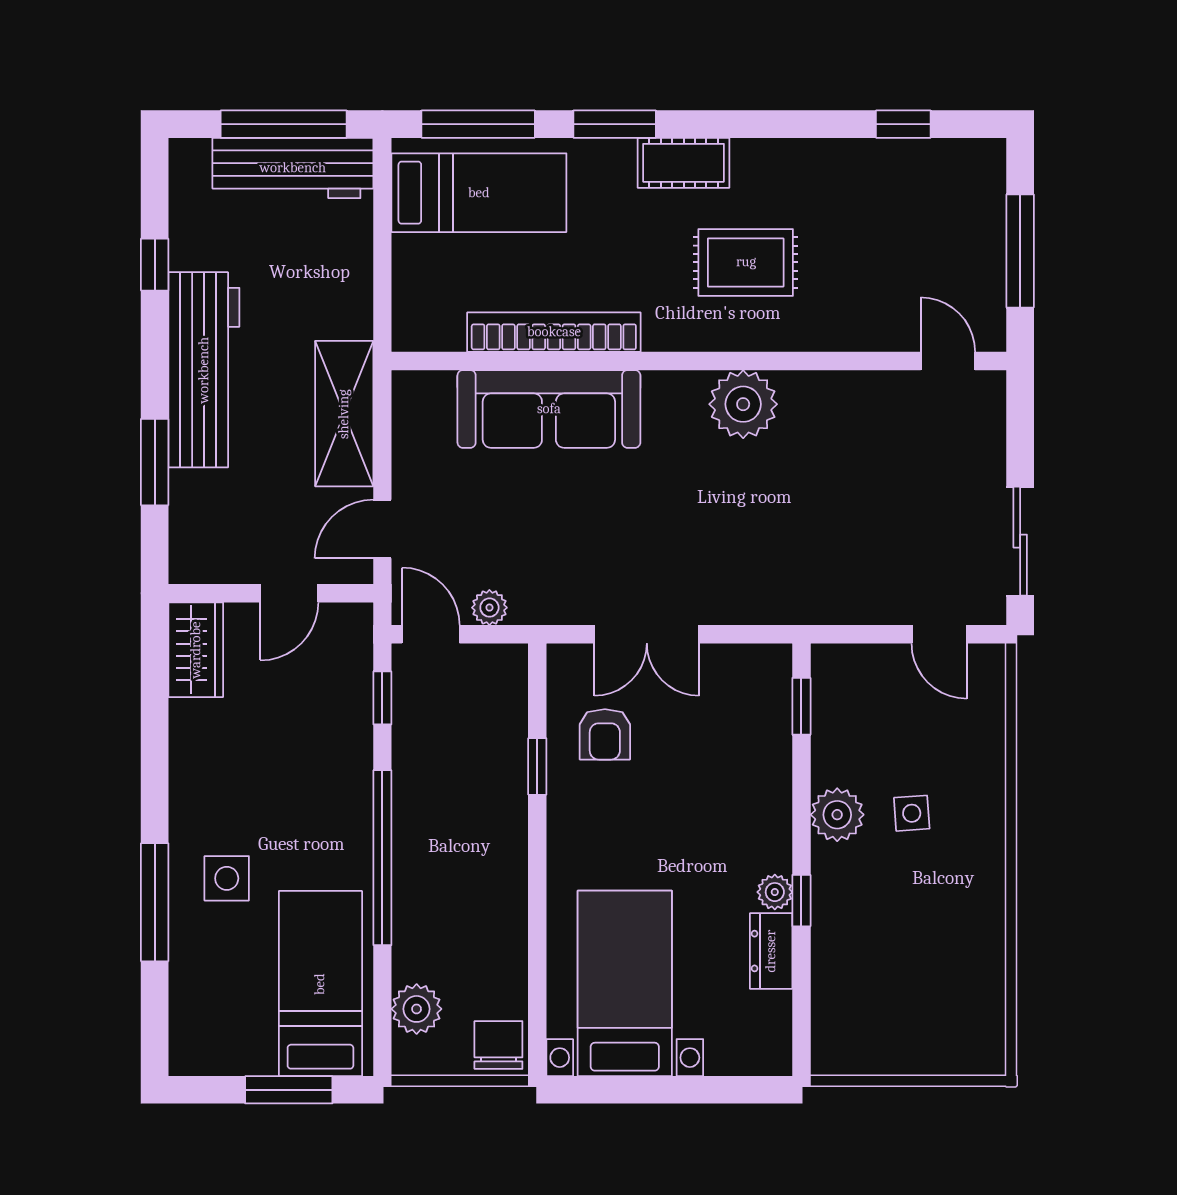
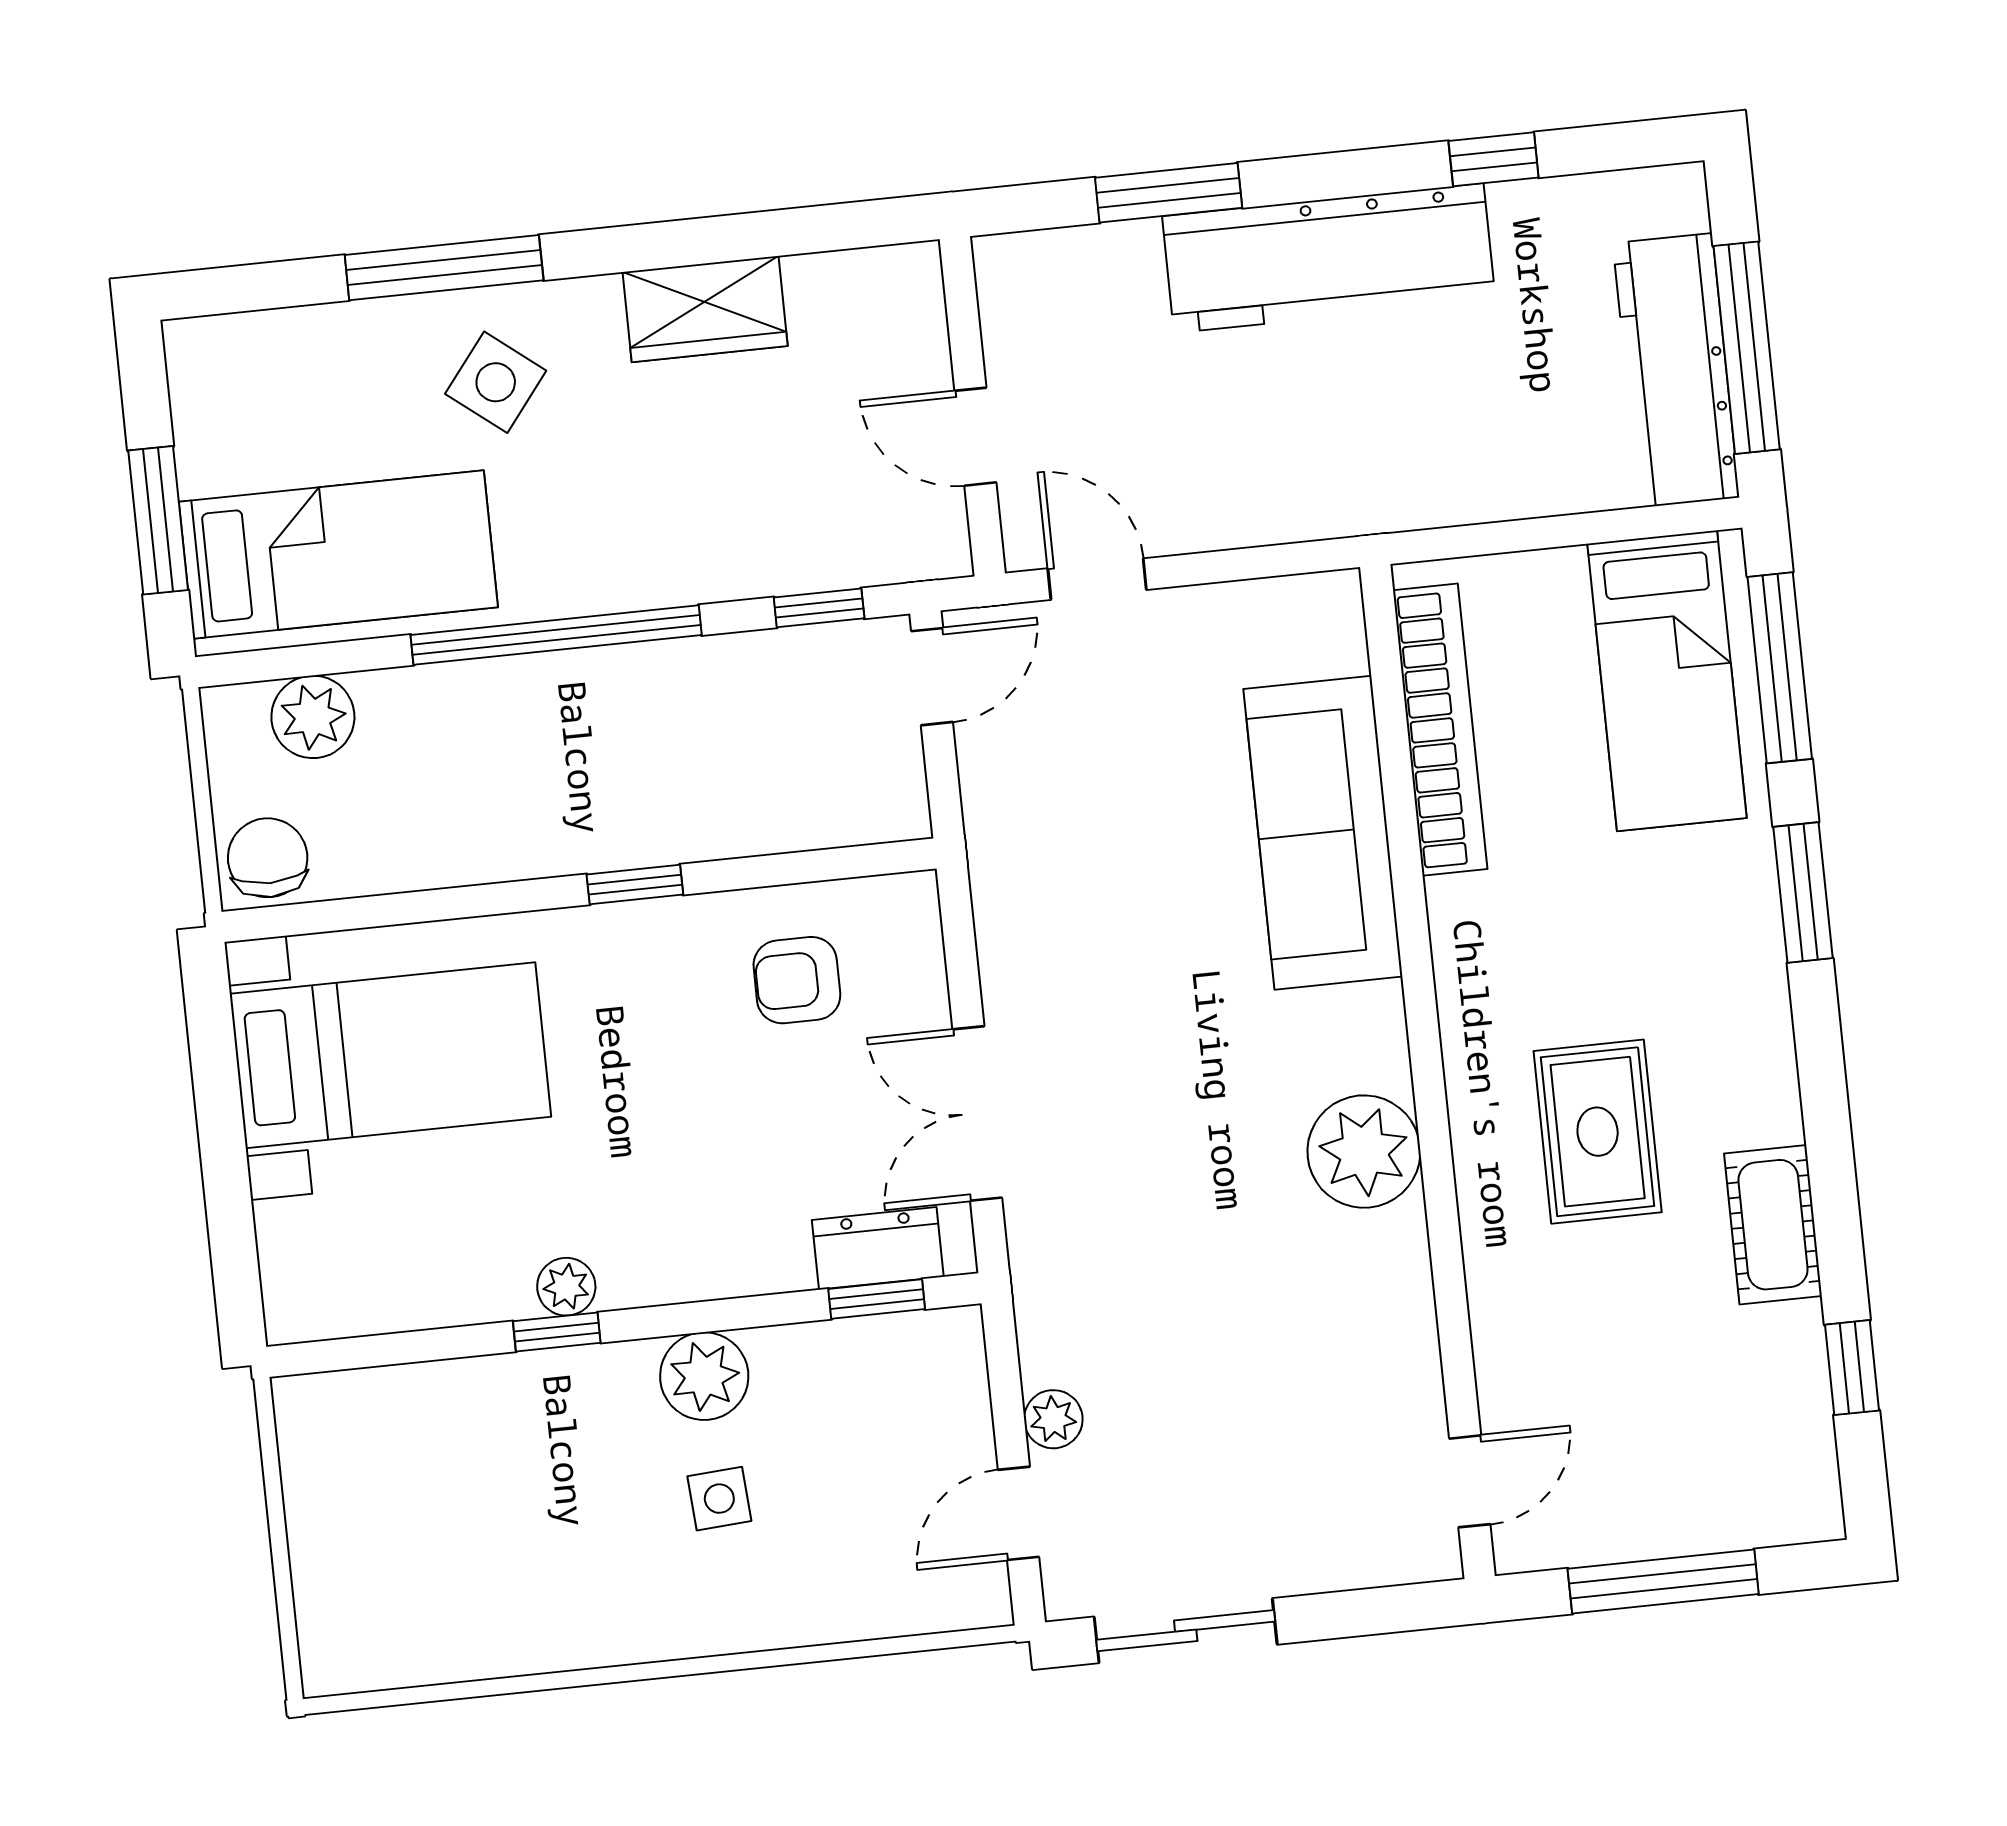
cot: (684, 163) -> (1773, 1225), moved
bookcase: (554, 332) -> (1440, 730), moved
shelving: (344, 414) -> (1281, 497), removed
plant: (489, 608) -> (1053, 1419), moved
double door: (647, 634) -> (977, 1113), moved
wardrobe: (196, 650) -> (705, 309), moved
window: (537, 766) -> (635, 884), moved
side table: (227, 878) -> (496, 382), turned 38
dresser: (771, 951) -> (878, 1248), moved
chair: (498, 1045) -> (268, 858), turned -90

